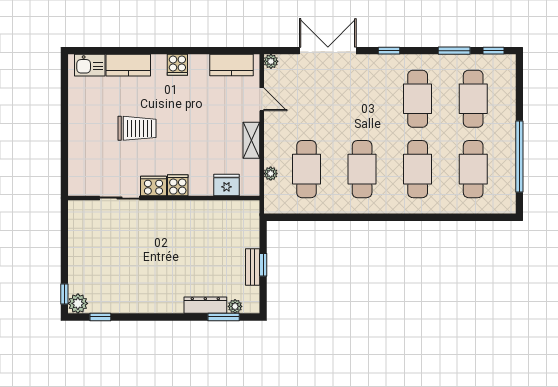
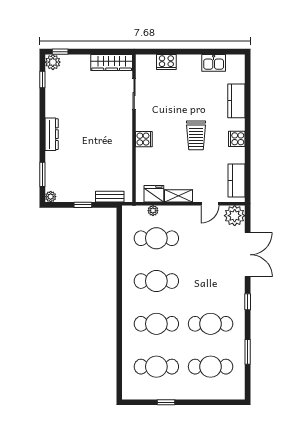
window: (493, 51) -> (248, 382), removed
plant: (271, 61) -> (235, 216), width x1.88, depth x1.88
kitchen sink: (90, 65) -> (214, 63), moved, turned -90
trolley: (137, 128) -> (196, 135), moved
window: (519, 157) -> (166, 402), width x0.32
fridge: (227, 185) -> (154, 194), moved, turned -90
cooker: (153, 186) -> (166, 62), moved, turned 90
wardrobe: (78, 227) -> (112, 63), added
bench: (253, 267) -> (110, 197), moved
dresser: (205, 305) -> (52, 134), moved
plant: (235, 306) -> (51, 197), moved

